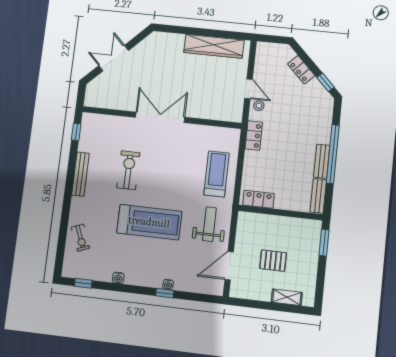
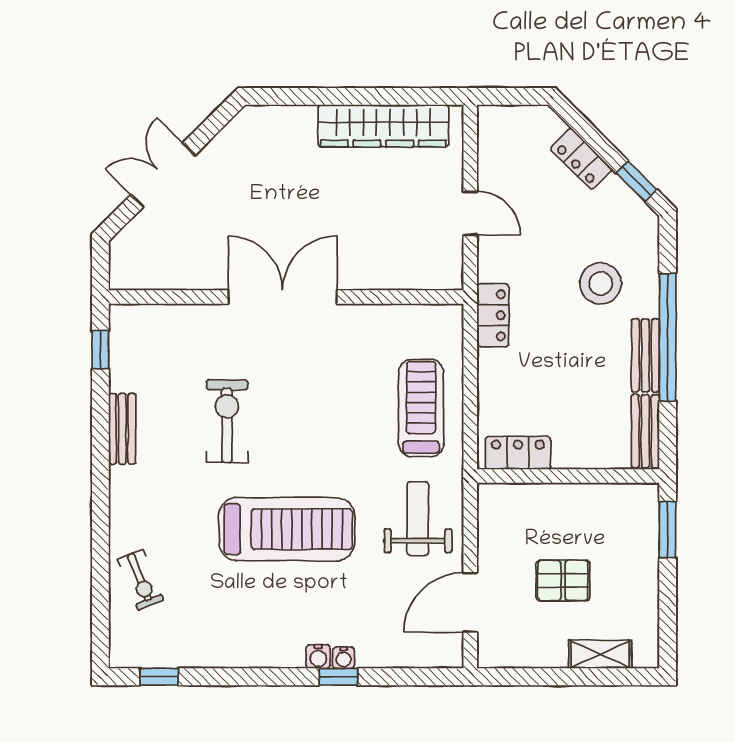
stool: (259, 106) -> (601, 283), moved, width x1.89, depth x1.89
bench: (80, 174) -> (122, 429), width x0.73
water cooler: (118, 278) -> (318, 657), moved

